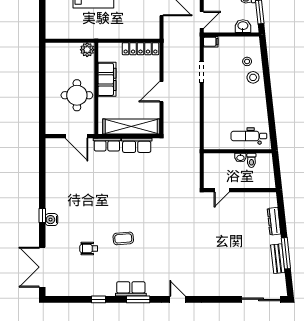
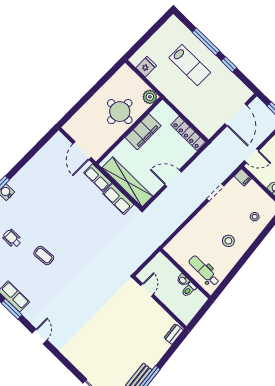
fridge: (63, 31) -> (146, 67), added
stool: (253, 77) -> (228, 241), moved
round table: (77, 95) -> (120, 112), moved
door: (222, 190) -> (147, 290), swing flipped
dresser: (274, 221) -> (174, 334), moved, width x0.70

